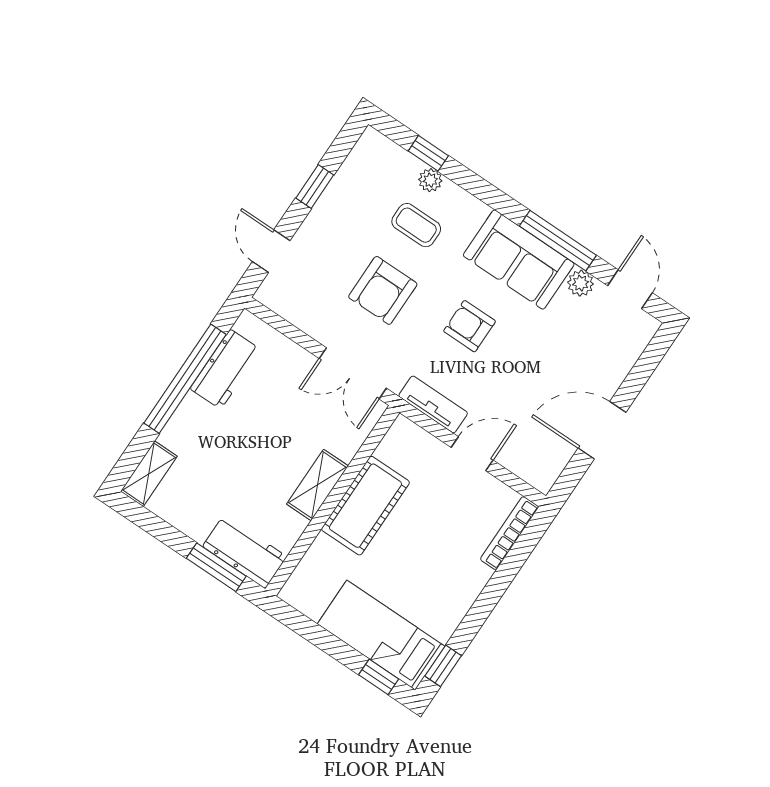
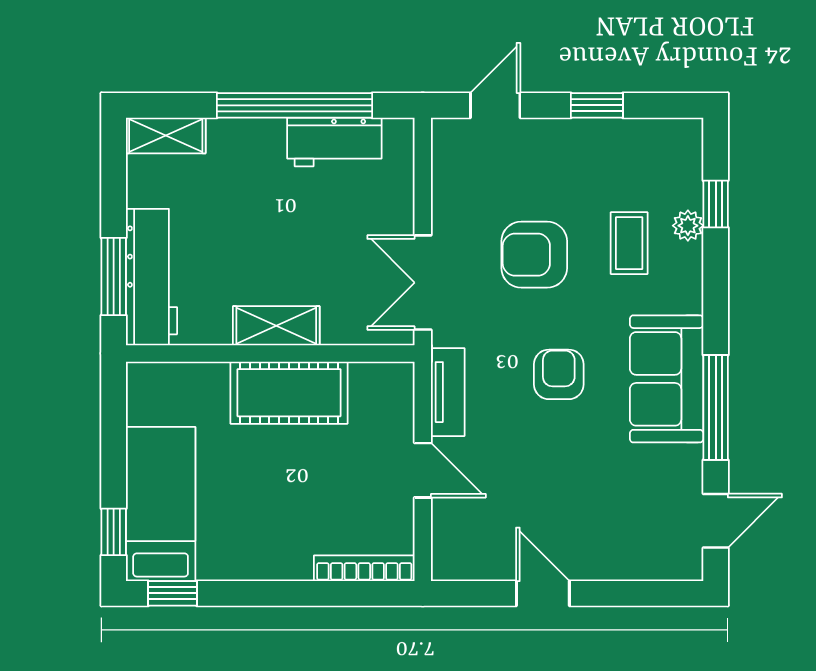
plant: (581, 283) -> (686, 463), removed
door: (602, 430) -> (543, 593), width x0.73
workbench: (245, 551) -> (151, 277), width x1.38

